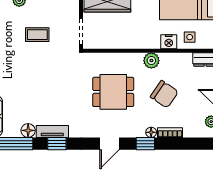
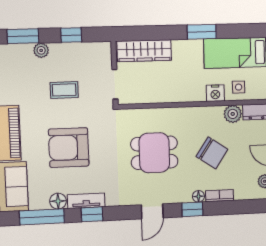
plant: (151, 61) -> (233, 114), moved
armchair: (39, 84) -> (69, 148), added

